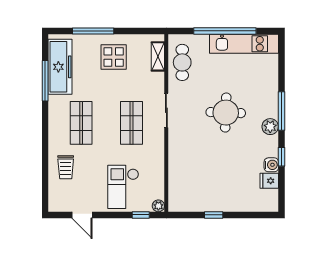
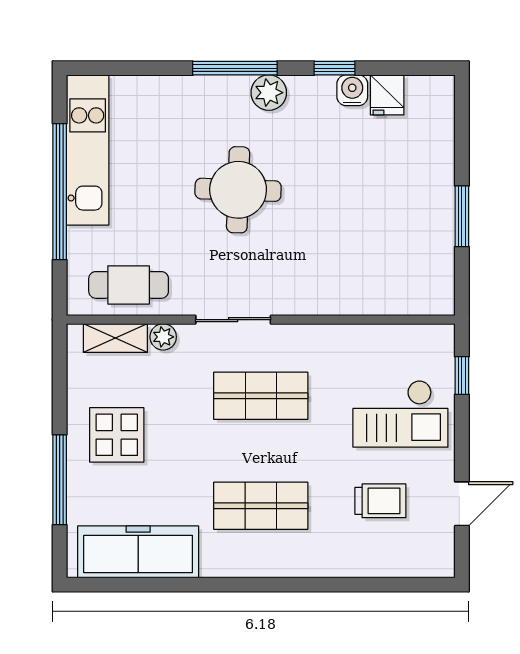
window: (45, 81) -> (169, 585), removed
trolley: (66, 167) -> (380, 501), moved
plant: (158, 206) -> (163, 337), moved
window: (214, 215) -> (462, 216), width x1.50

